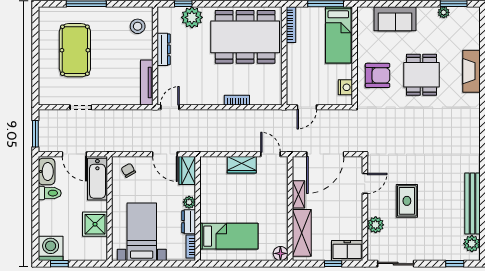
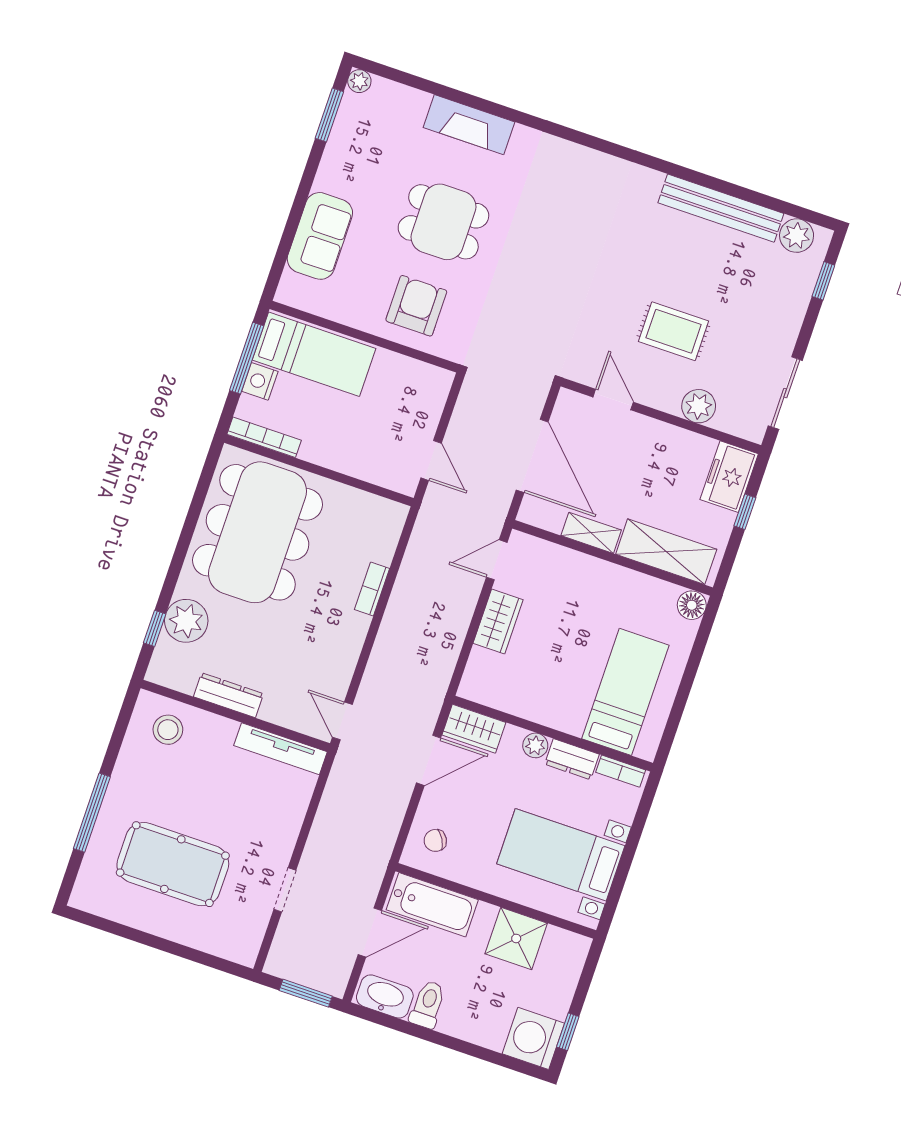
plant: (444, 12) -> (359, 81), moved
nightstand: (345, 87) -> (260, 381), moved, turned -90

